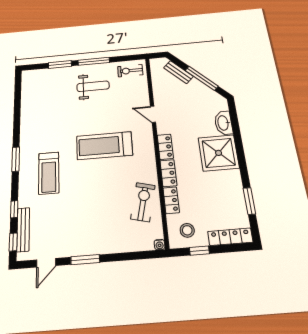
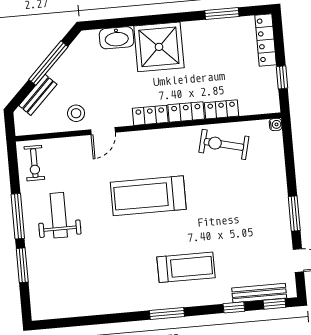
treadmill: (104, 146) -> (148, 196), turned 90
stool: (187, 230) -> (76, 113), moved

